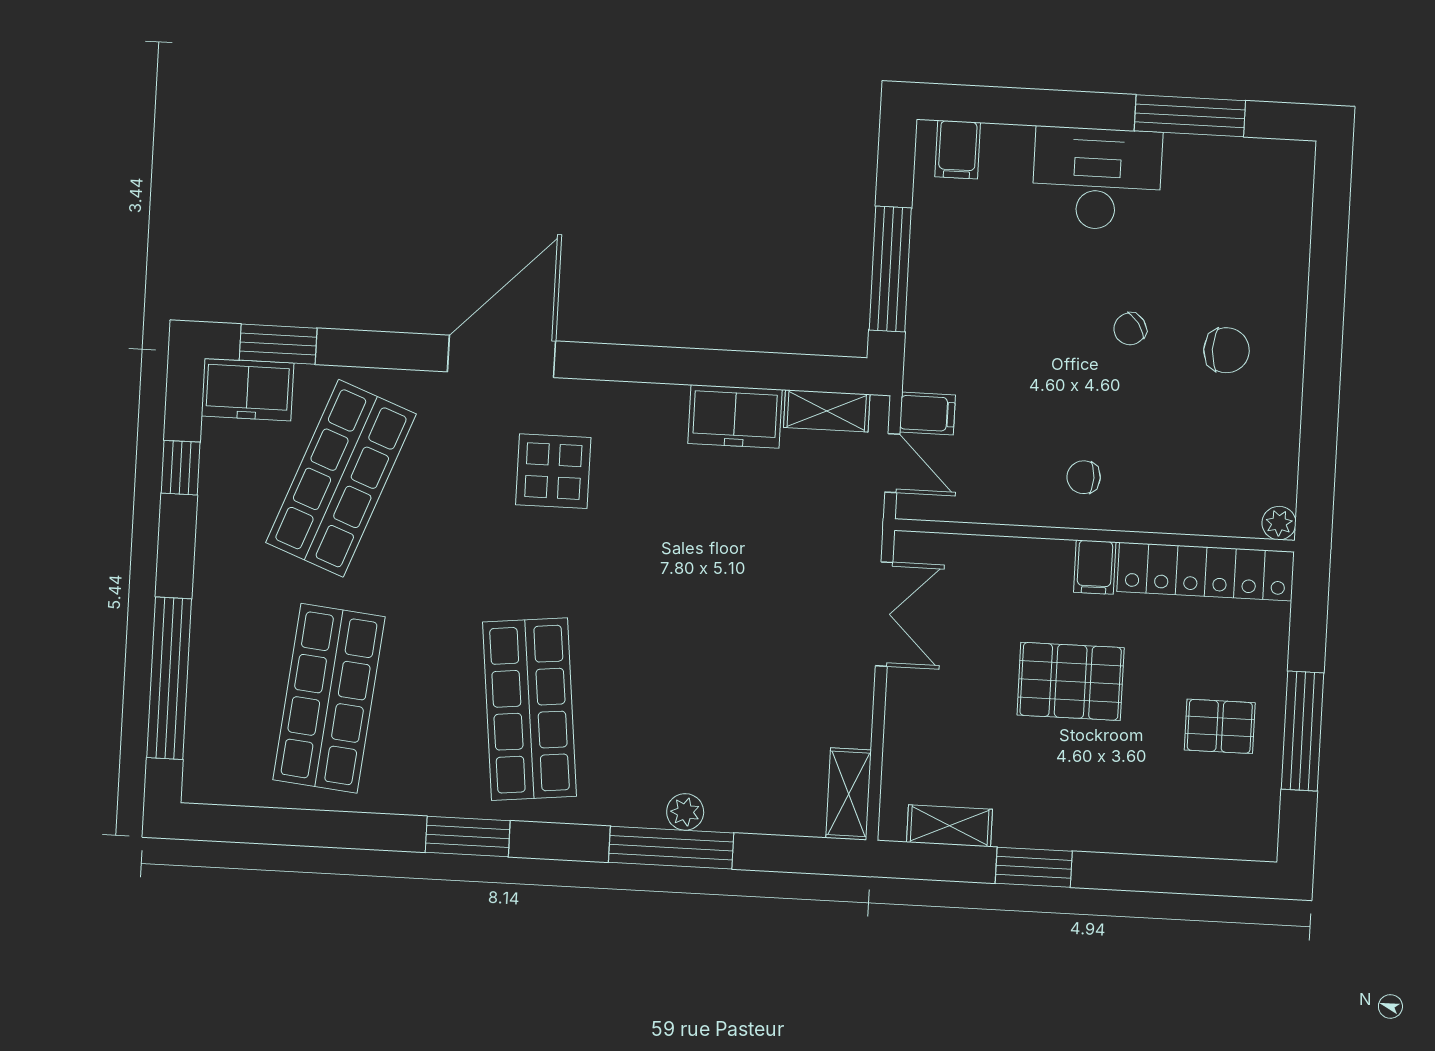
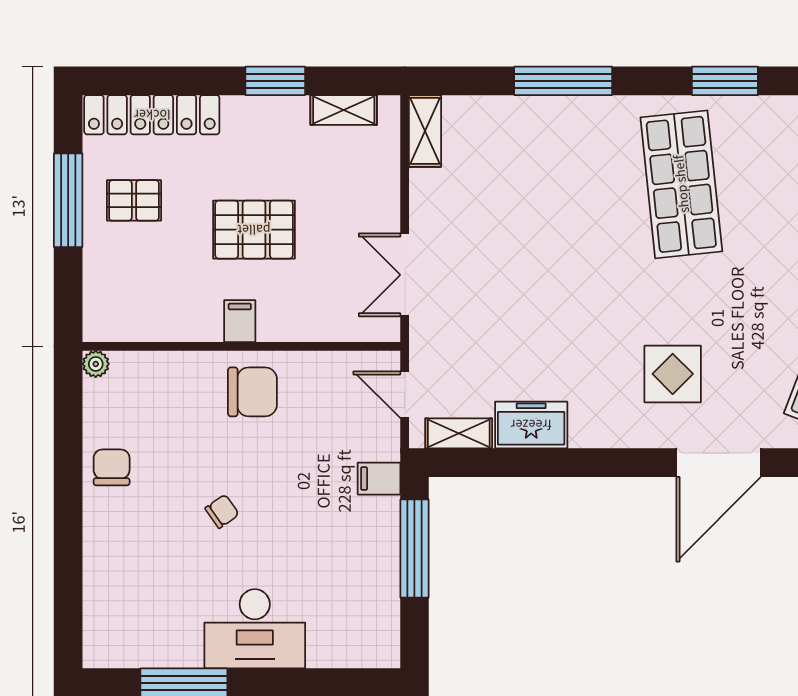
filing cabinet: (958, 150) -> (366, 646), removed
chair: (1226, 350) -> (112, 467), moved, turned 90
filing cabinet: (927, 413) -> (379, 479), moved
chair: (1084, 477) -> (252, 392), width x1.87, depth x1.87
locker: (1206, 572) -> (152, 115), moved, turned 180
plant: (685, 812) -> (554, 110), removed

